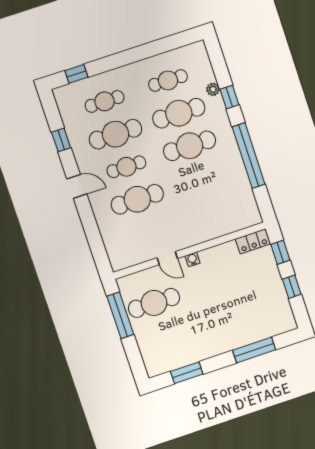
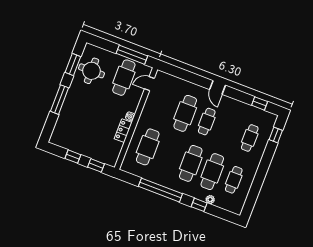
cafe table: (115, 134) -> (148, 147), moved
window: (61, 140) -> (260, 103), moved
door: (77, 186) -> (218, 87), hinge flipped
locker: (253, 241) -> (123, 131), moved
door: (167, 258) -> (149, 84), moved
round table: (177, 346) -> (91, 71), added
window: (254, 350) -> (60, 100), moved

